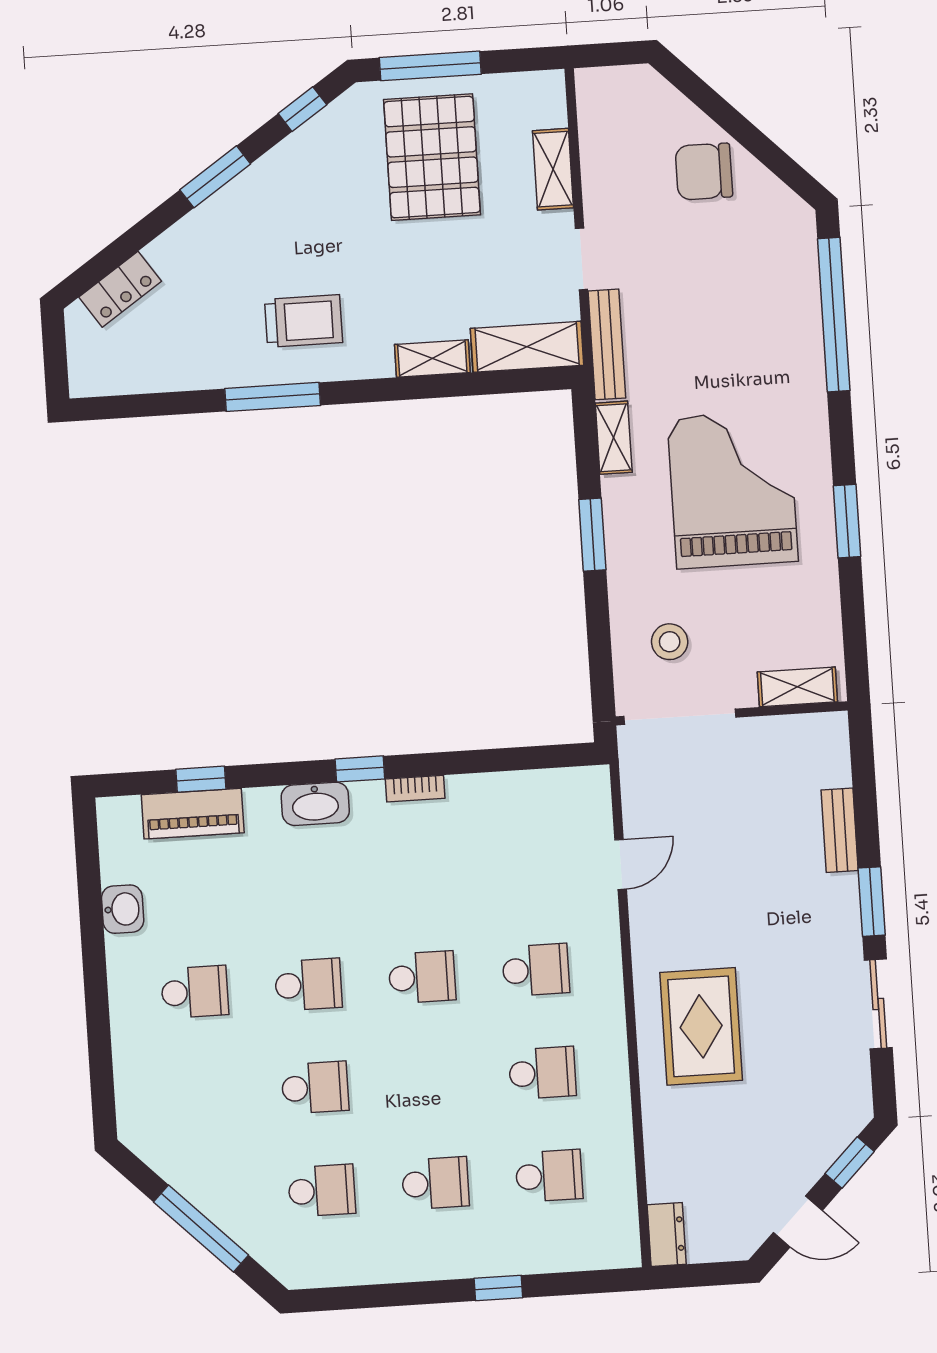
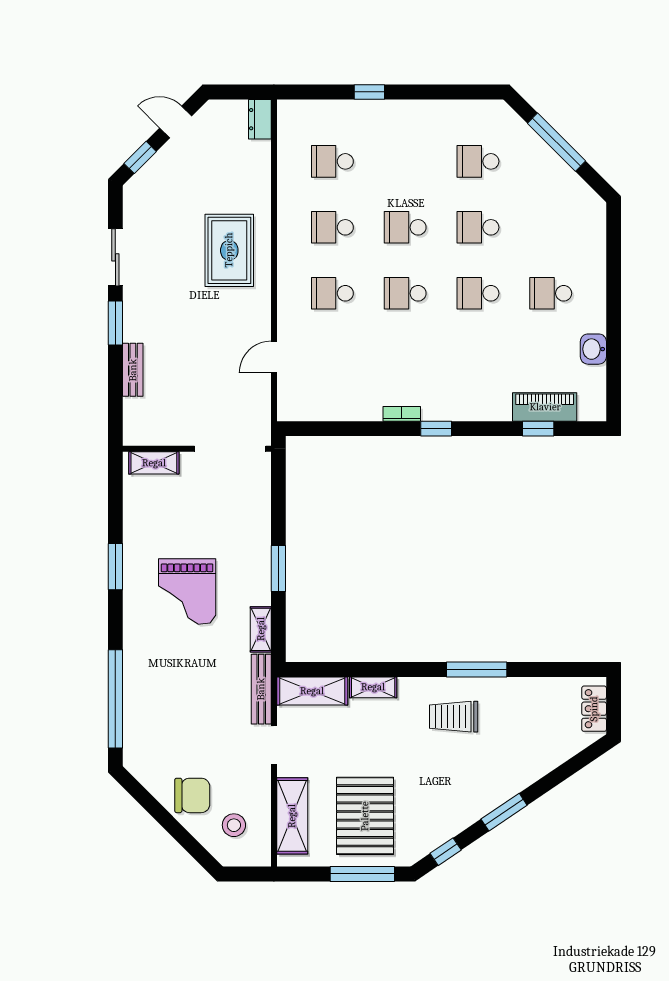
shelving: (553, 169) -> (292, 816), width x1.50, depth x1.33
locker: (120, 289) -> (594, 709), moved, turned -56
grand piano: (733, 489) -> (187, 592), width x0.73, depth x0.68
stool: (670, 642) -> (234, 825), moved
washbasin: (315, 804) -> (466, 408), removed
school desk: (435, 1183) -> (405, 227), moved

